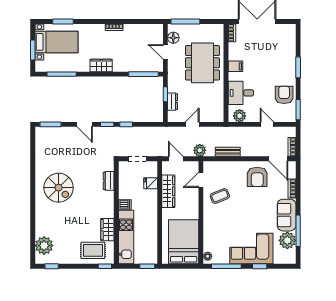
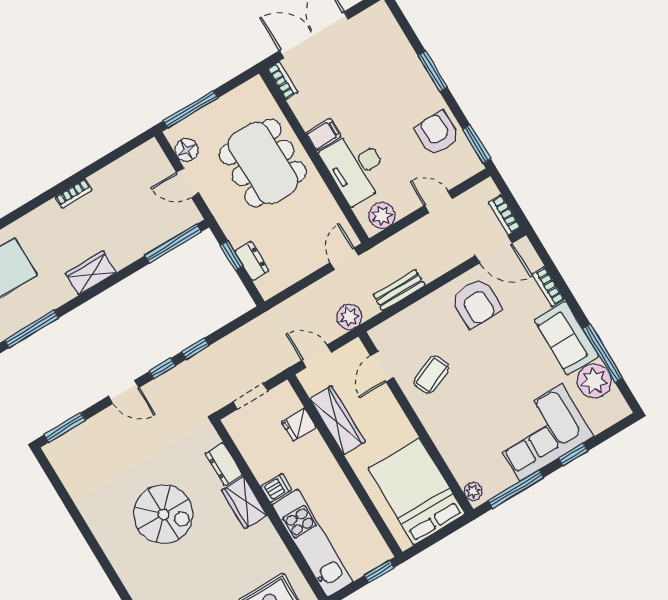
desk: (241, 93) -> (356, 167), width x1.37
door: (192, 124) -> (344, 259), moved
spiral stairs: (59, 188) -> (163, 514), moved
wardrobe: (107, 230) -> (244, 503), moved

